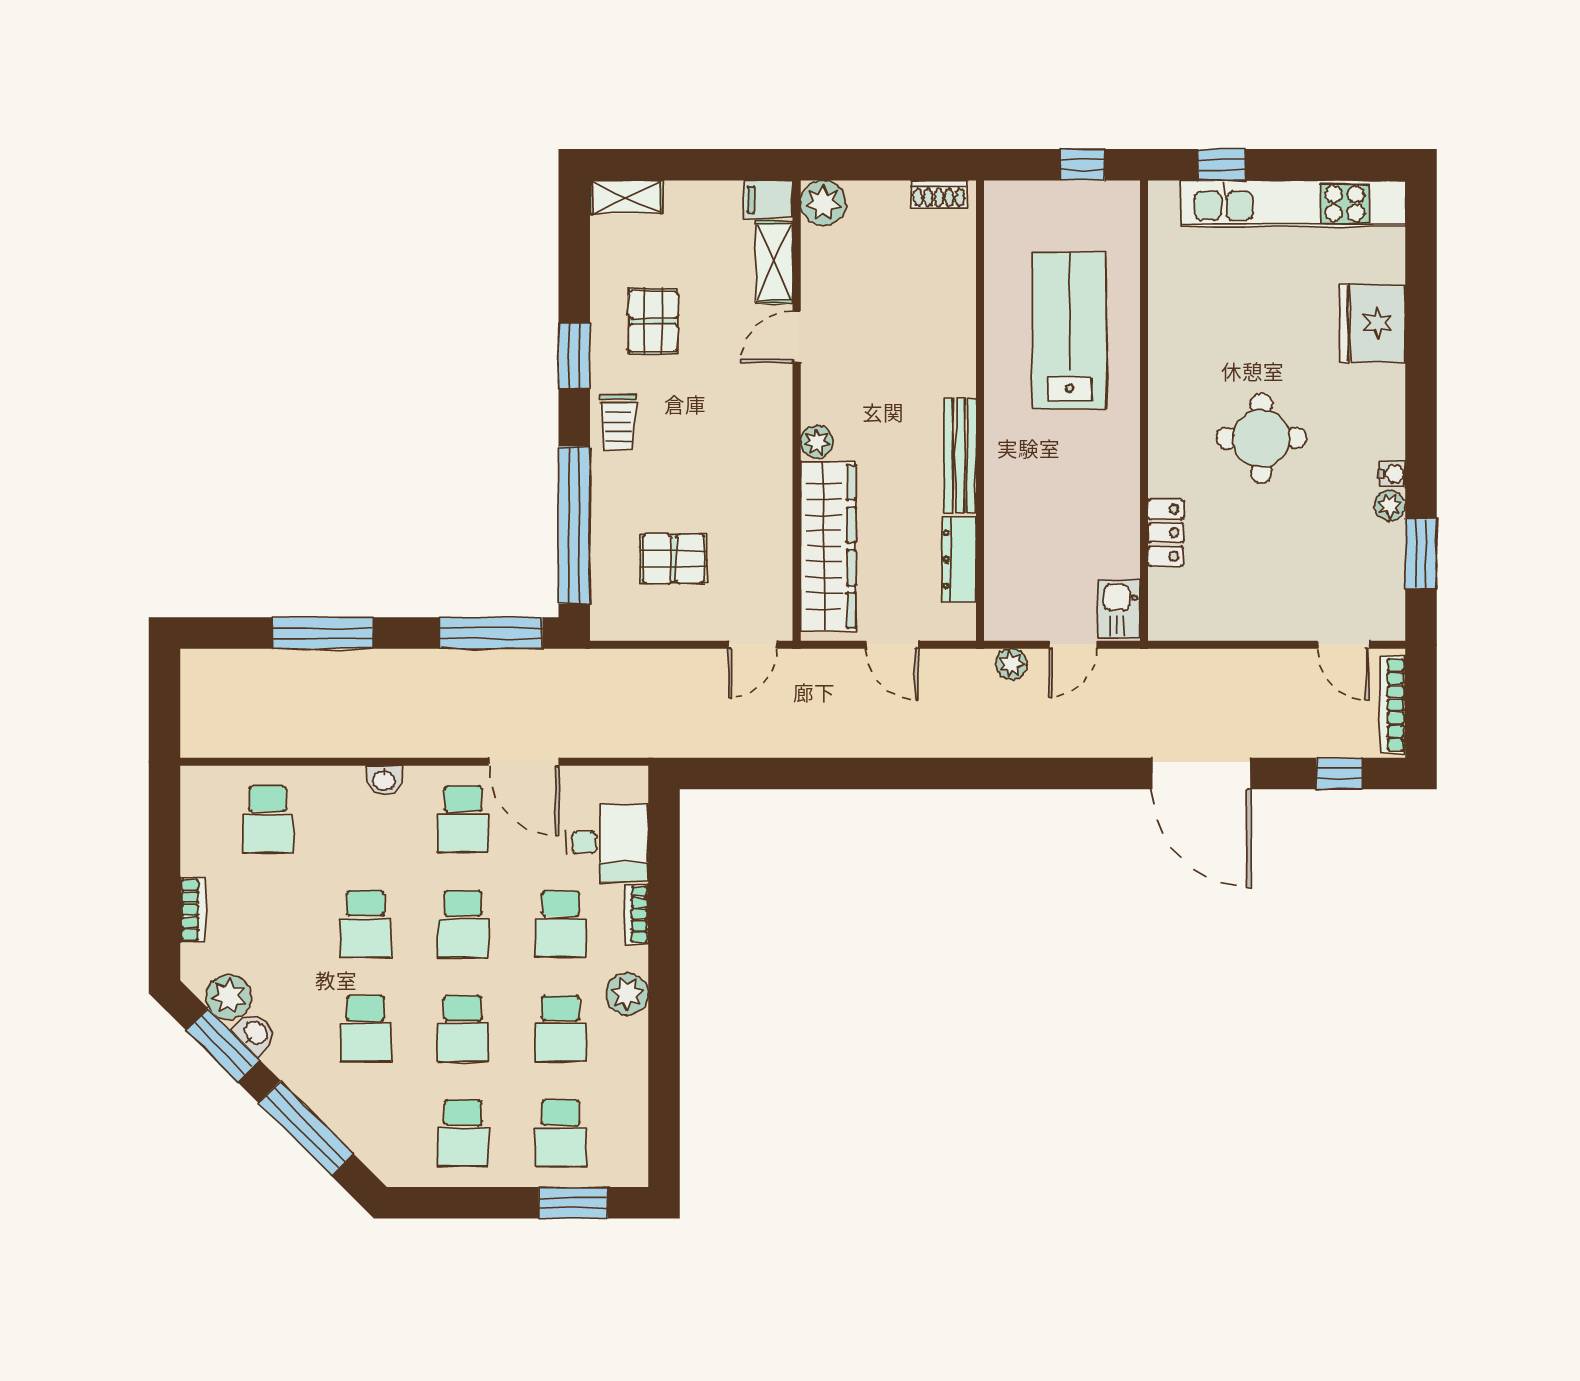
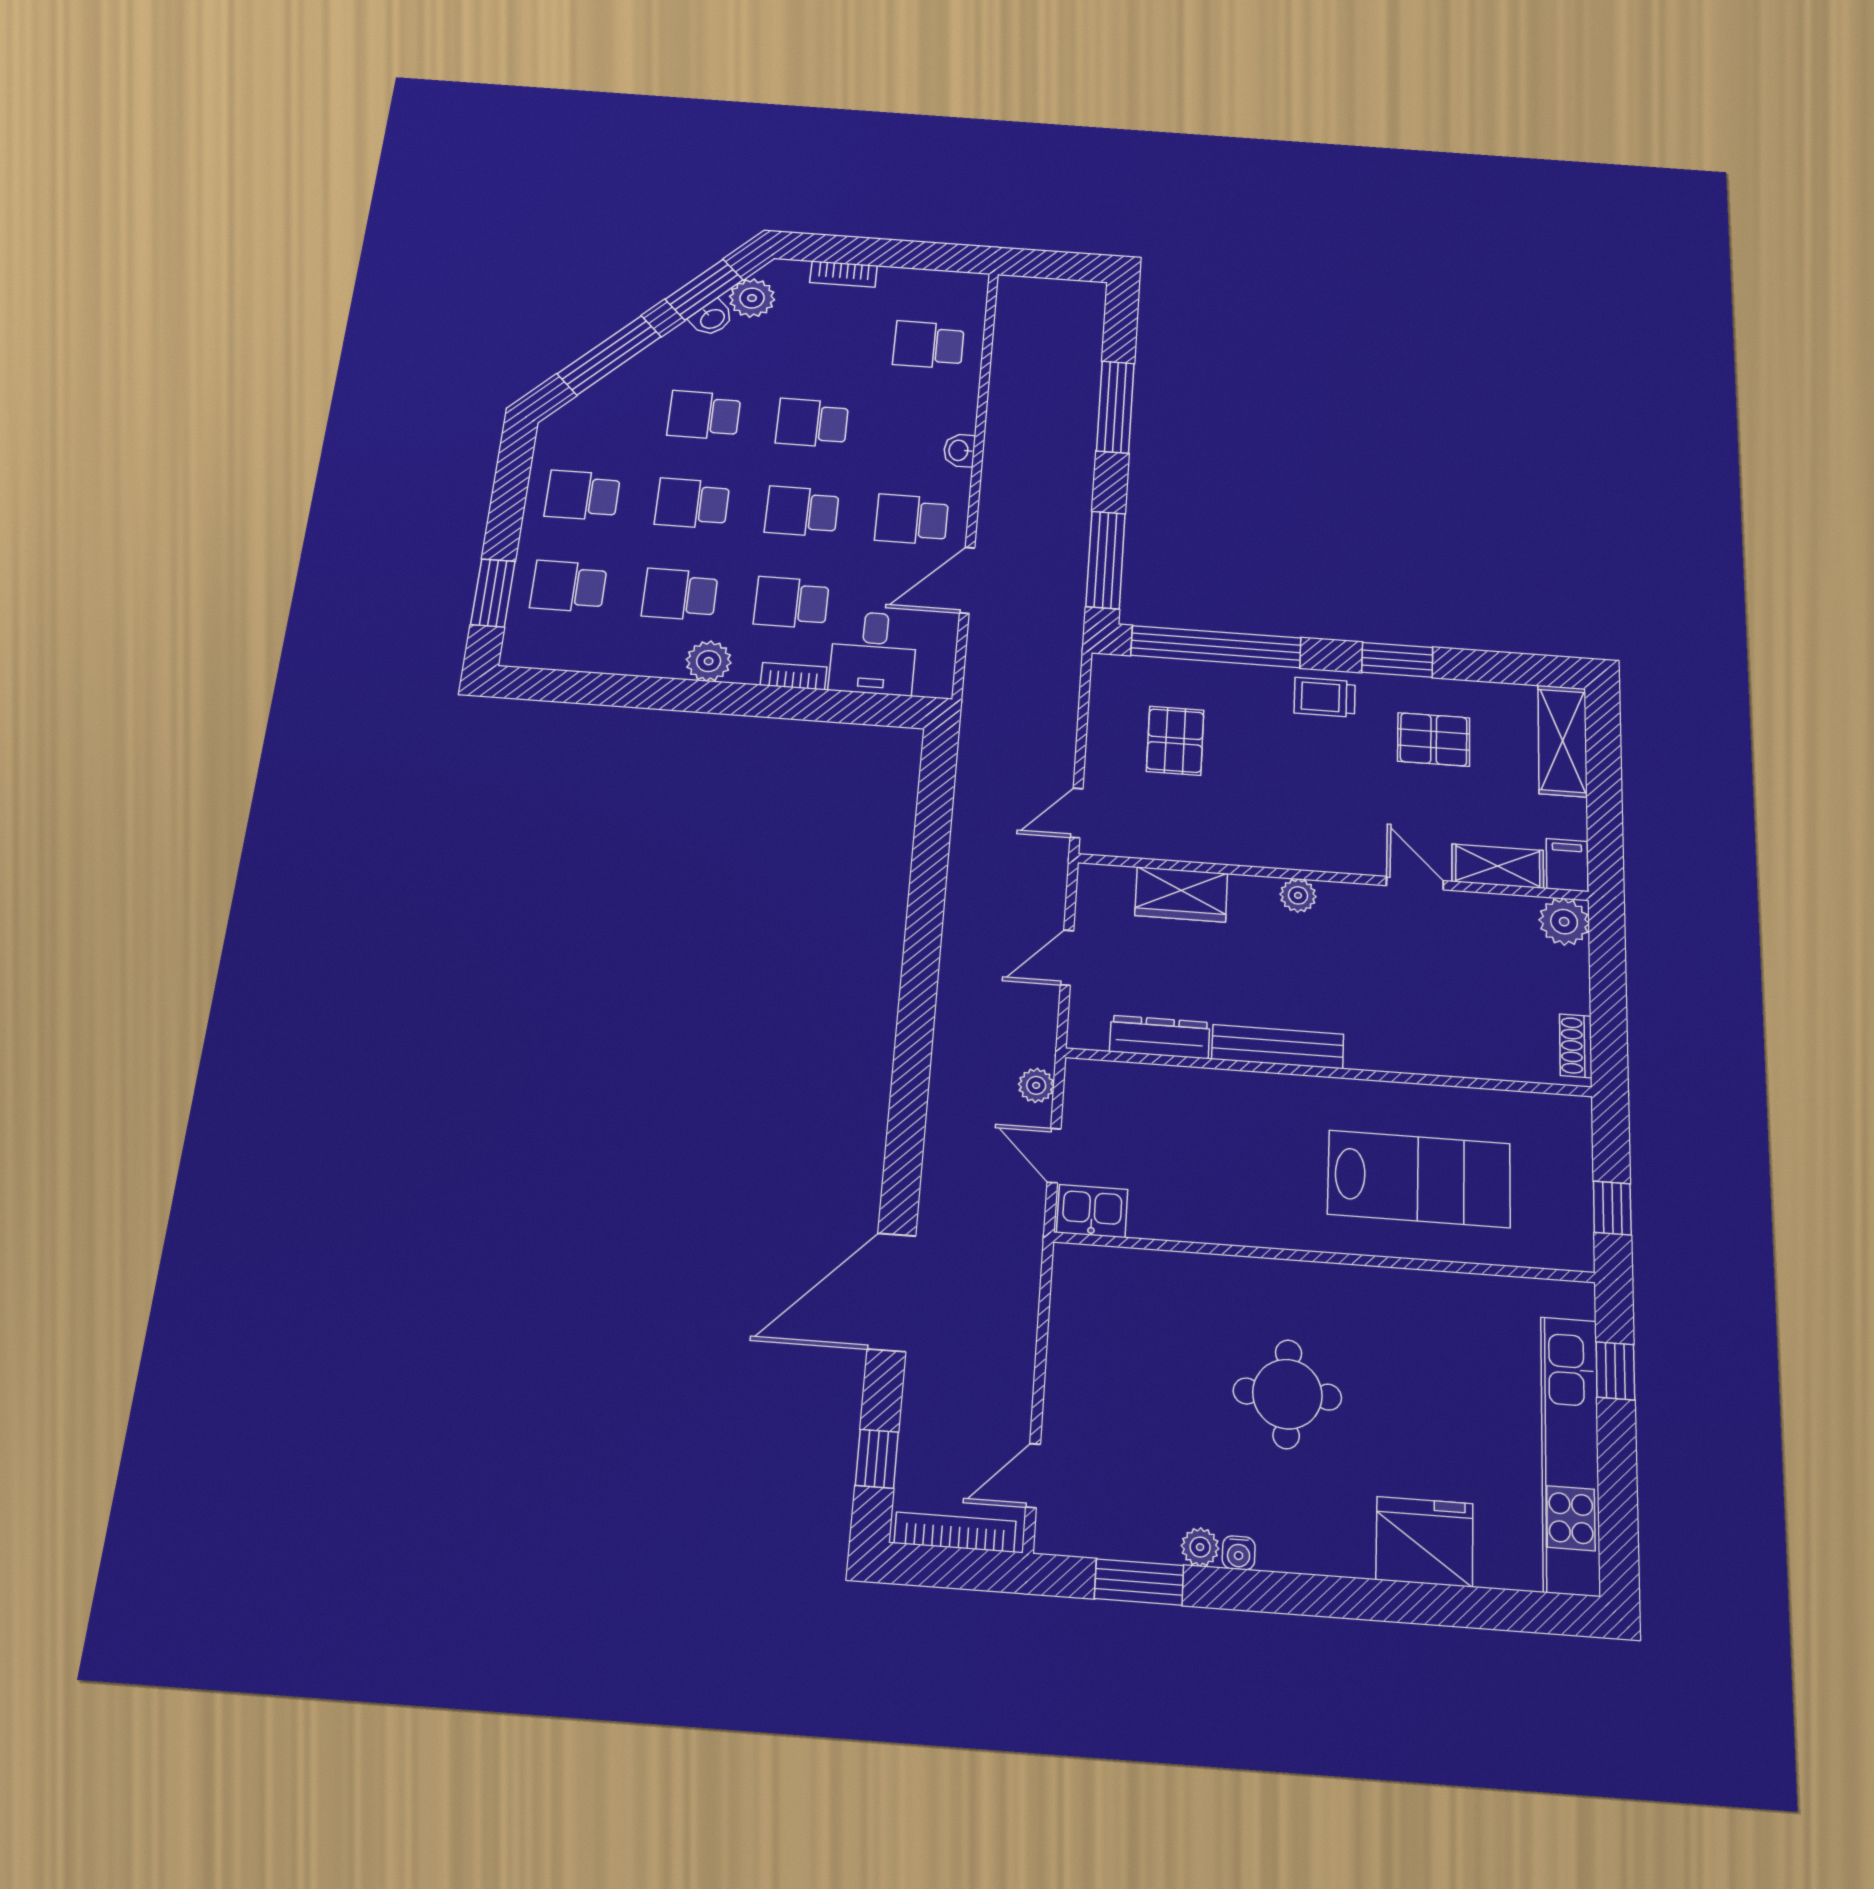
shelving: (627, 197) -> (1562, 741), width x1.50, depth x1.33
locker: (1166, 533) -> (1179, 1272), removed
wardrobe: (828, 546) -> (1181, 894), width x0.48, depth x0.85
door: (753, 645) -> (1077, 813), hinge flipped

